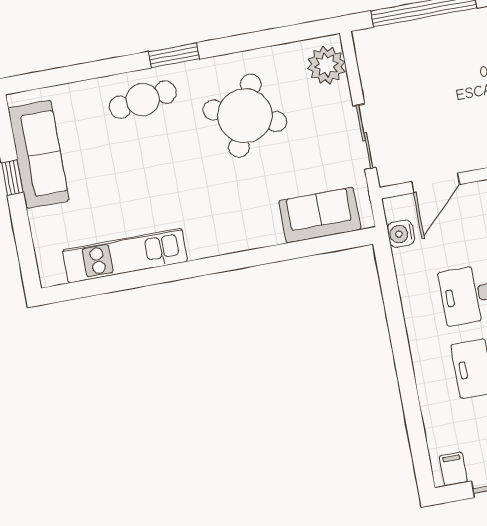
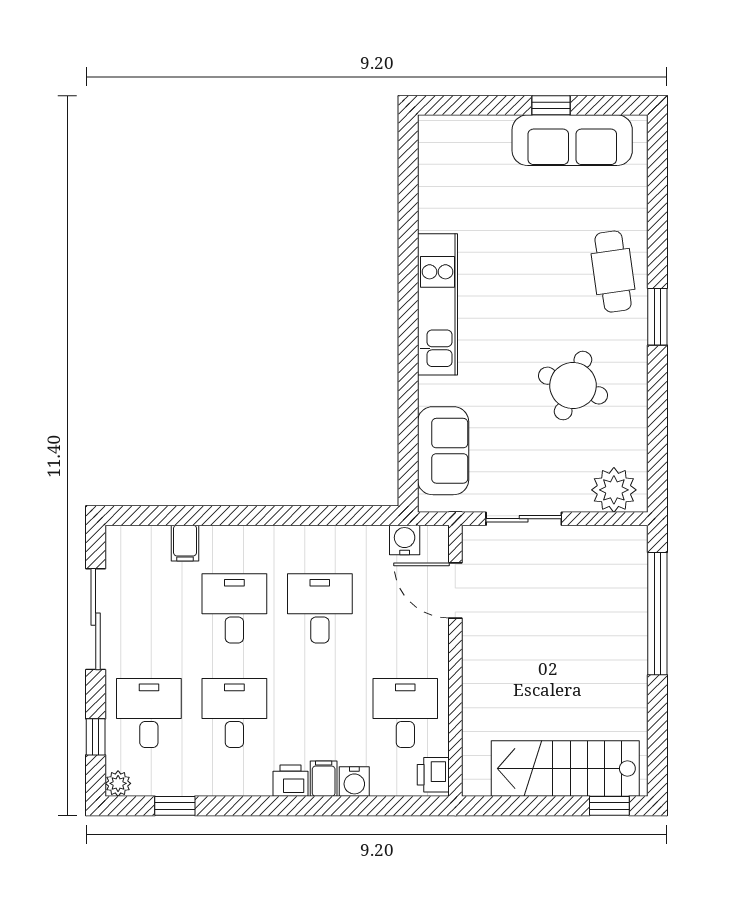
round table: (245, 116) -> (573, 386), width x0.73, depth x0.73
kitchen unit: (125, 256) -> (438, 304), moved
filing cabinet: (453, 469) -> (185, 543), moved, turned 90

